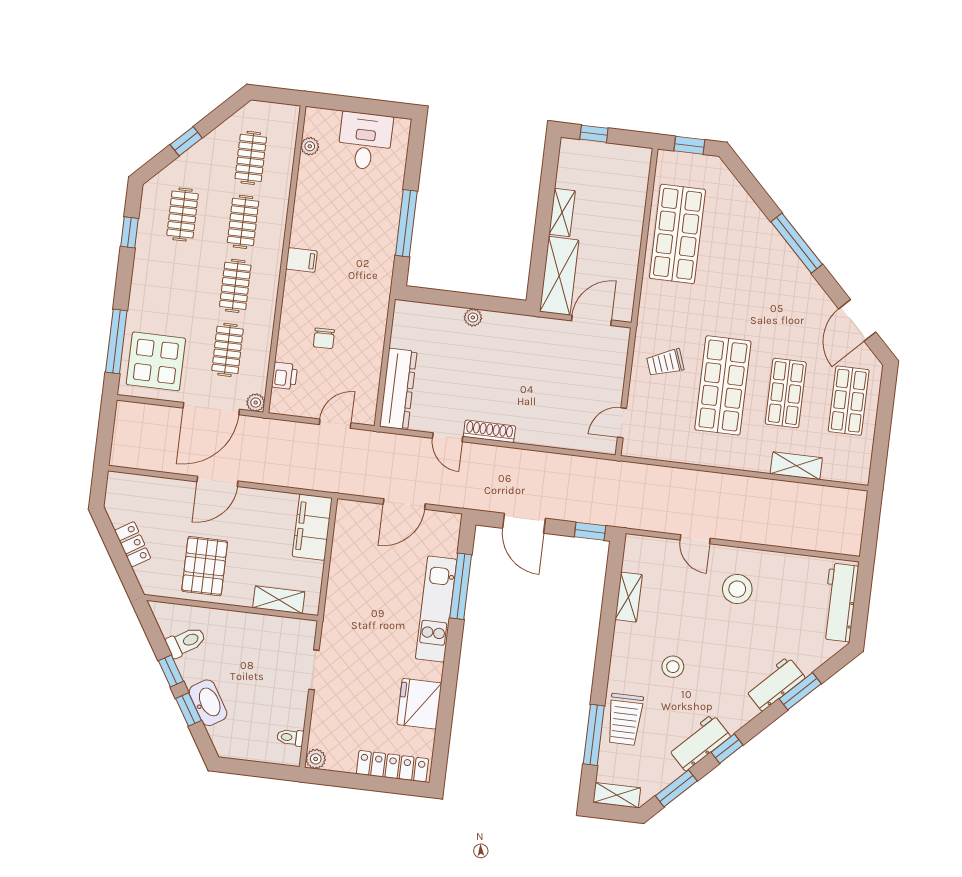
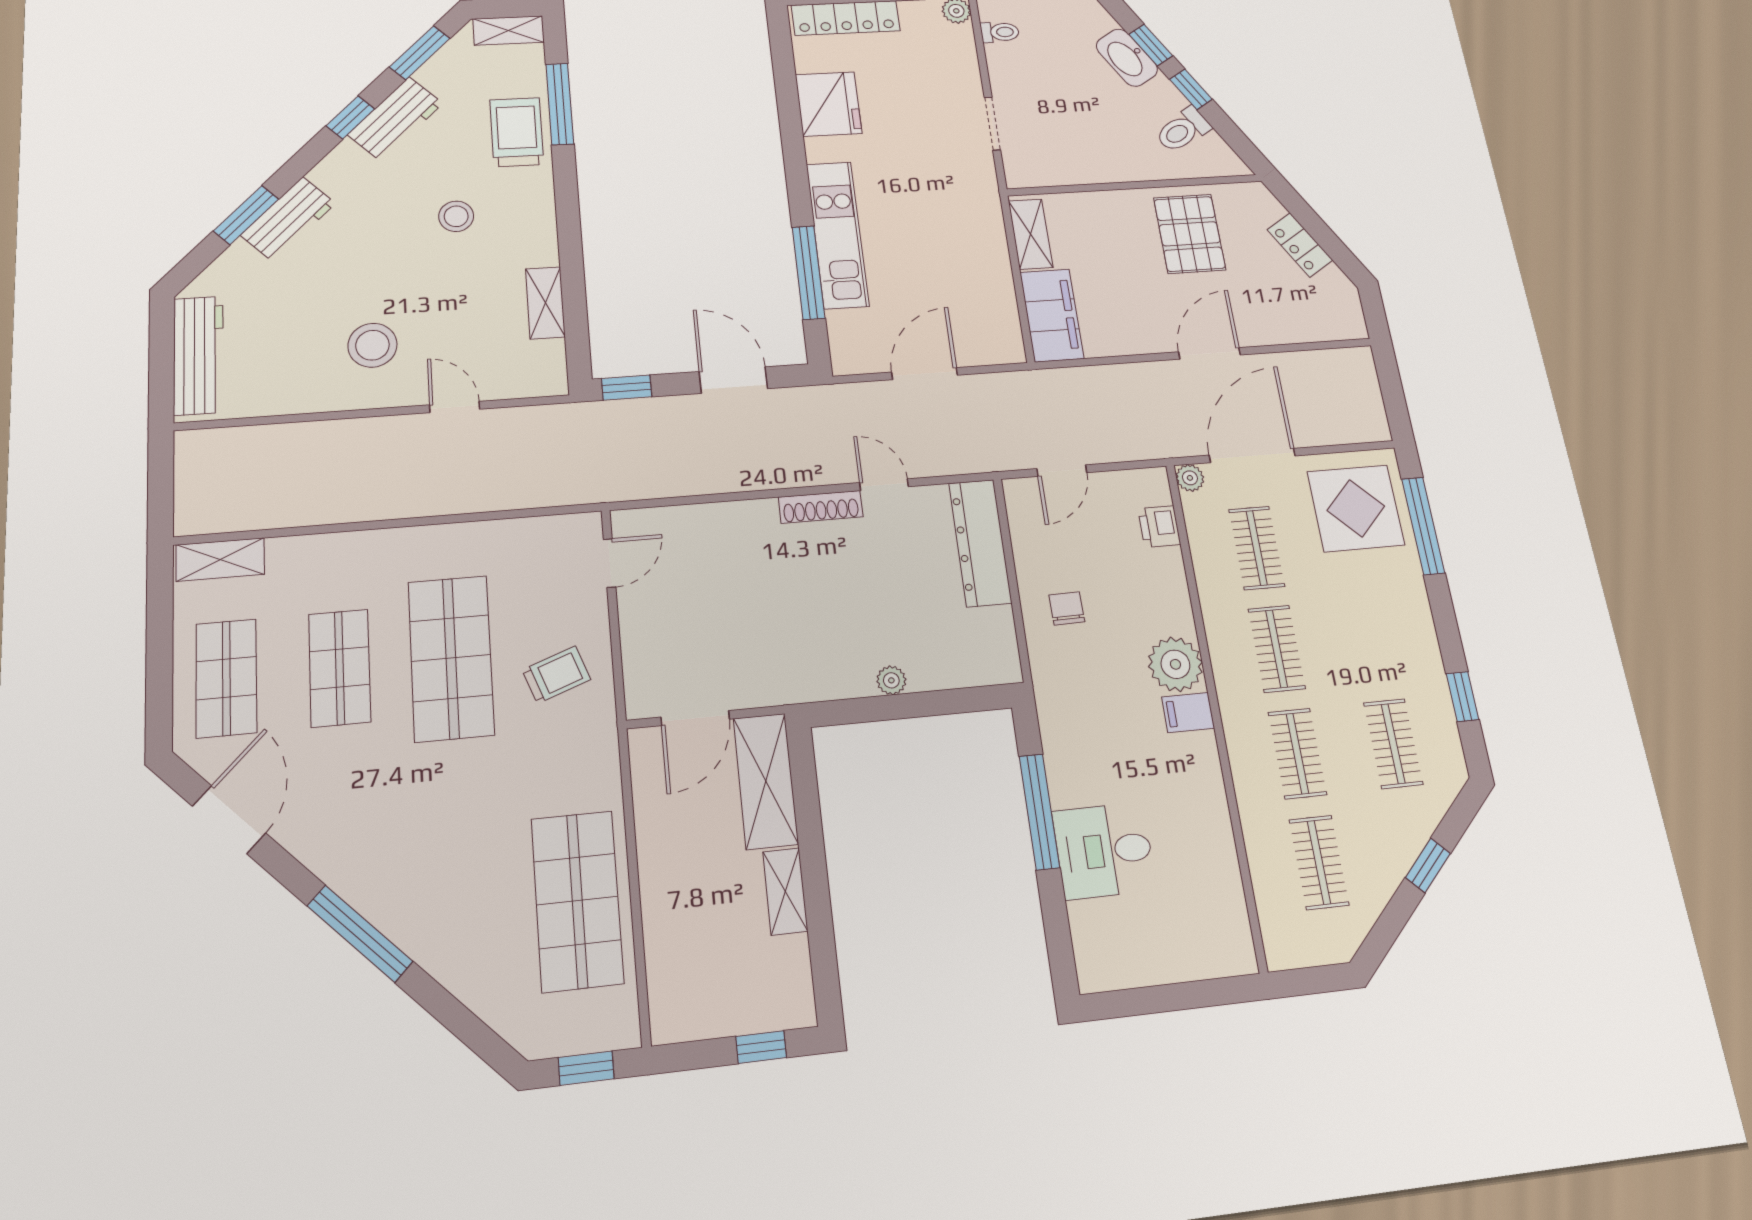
desk: (365, 141) -> (1104, 851), moved, turned 90
plant: (310, 146) -> (1175, 664), moved, width x1.88, depth x1.88
chair: (324, 338) -> (1067, 608), moved
shelving: (796, 466) -> (220, 560), moved
shelving: (279, 600) -> (1031, 234), moved, turned 90

